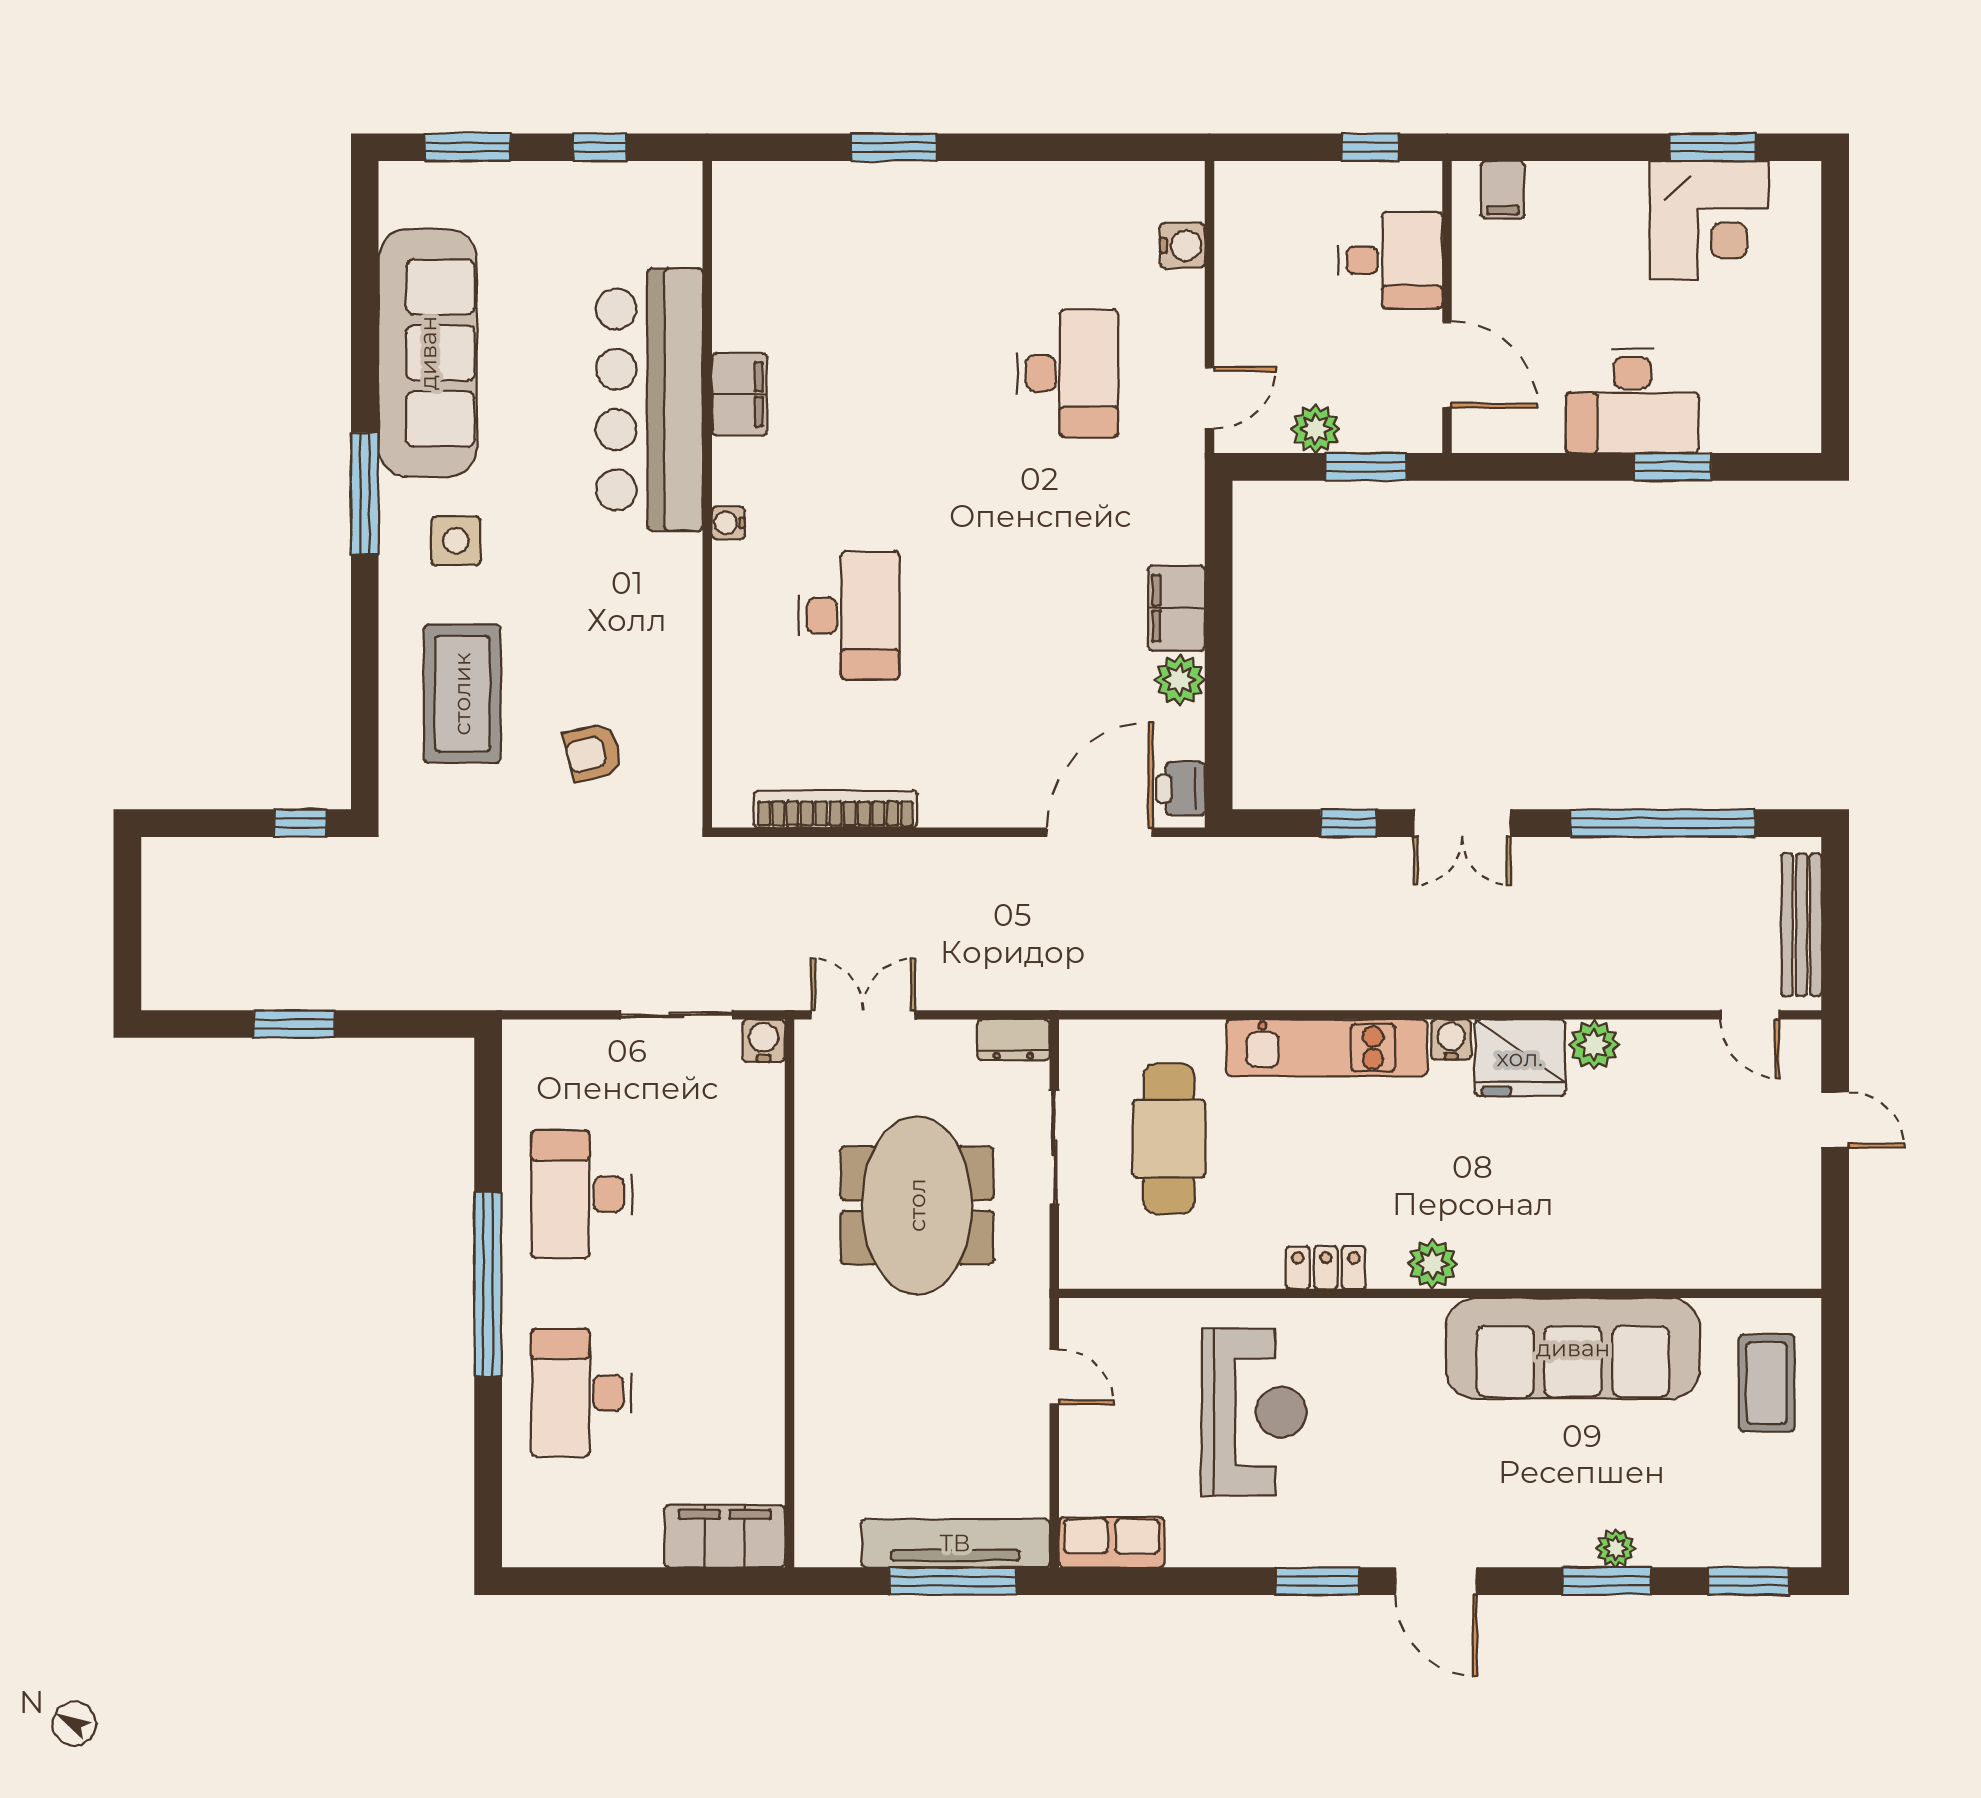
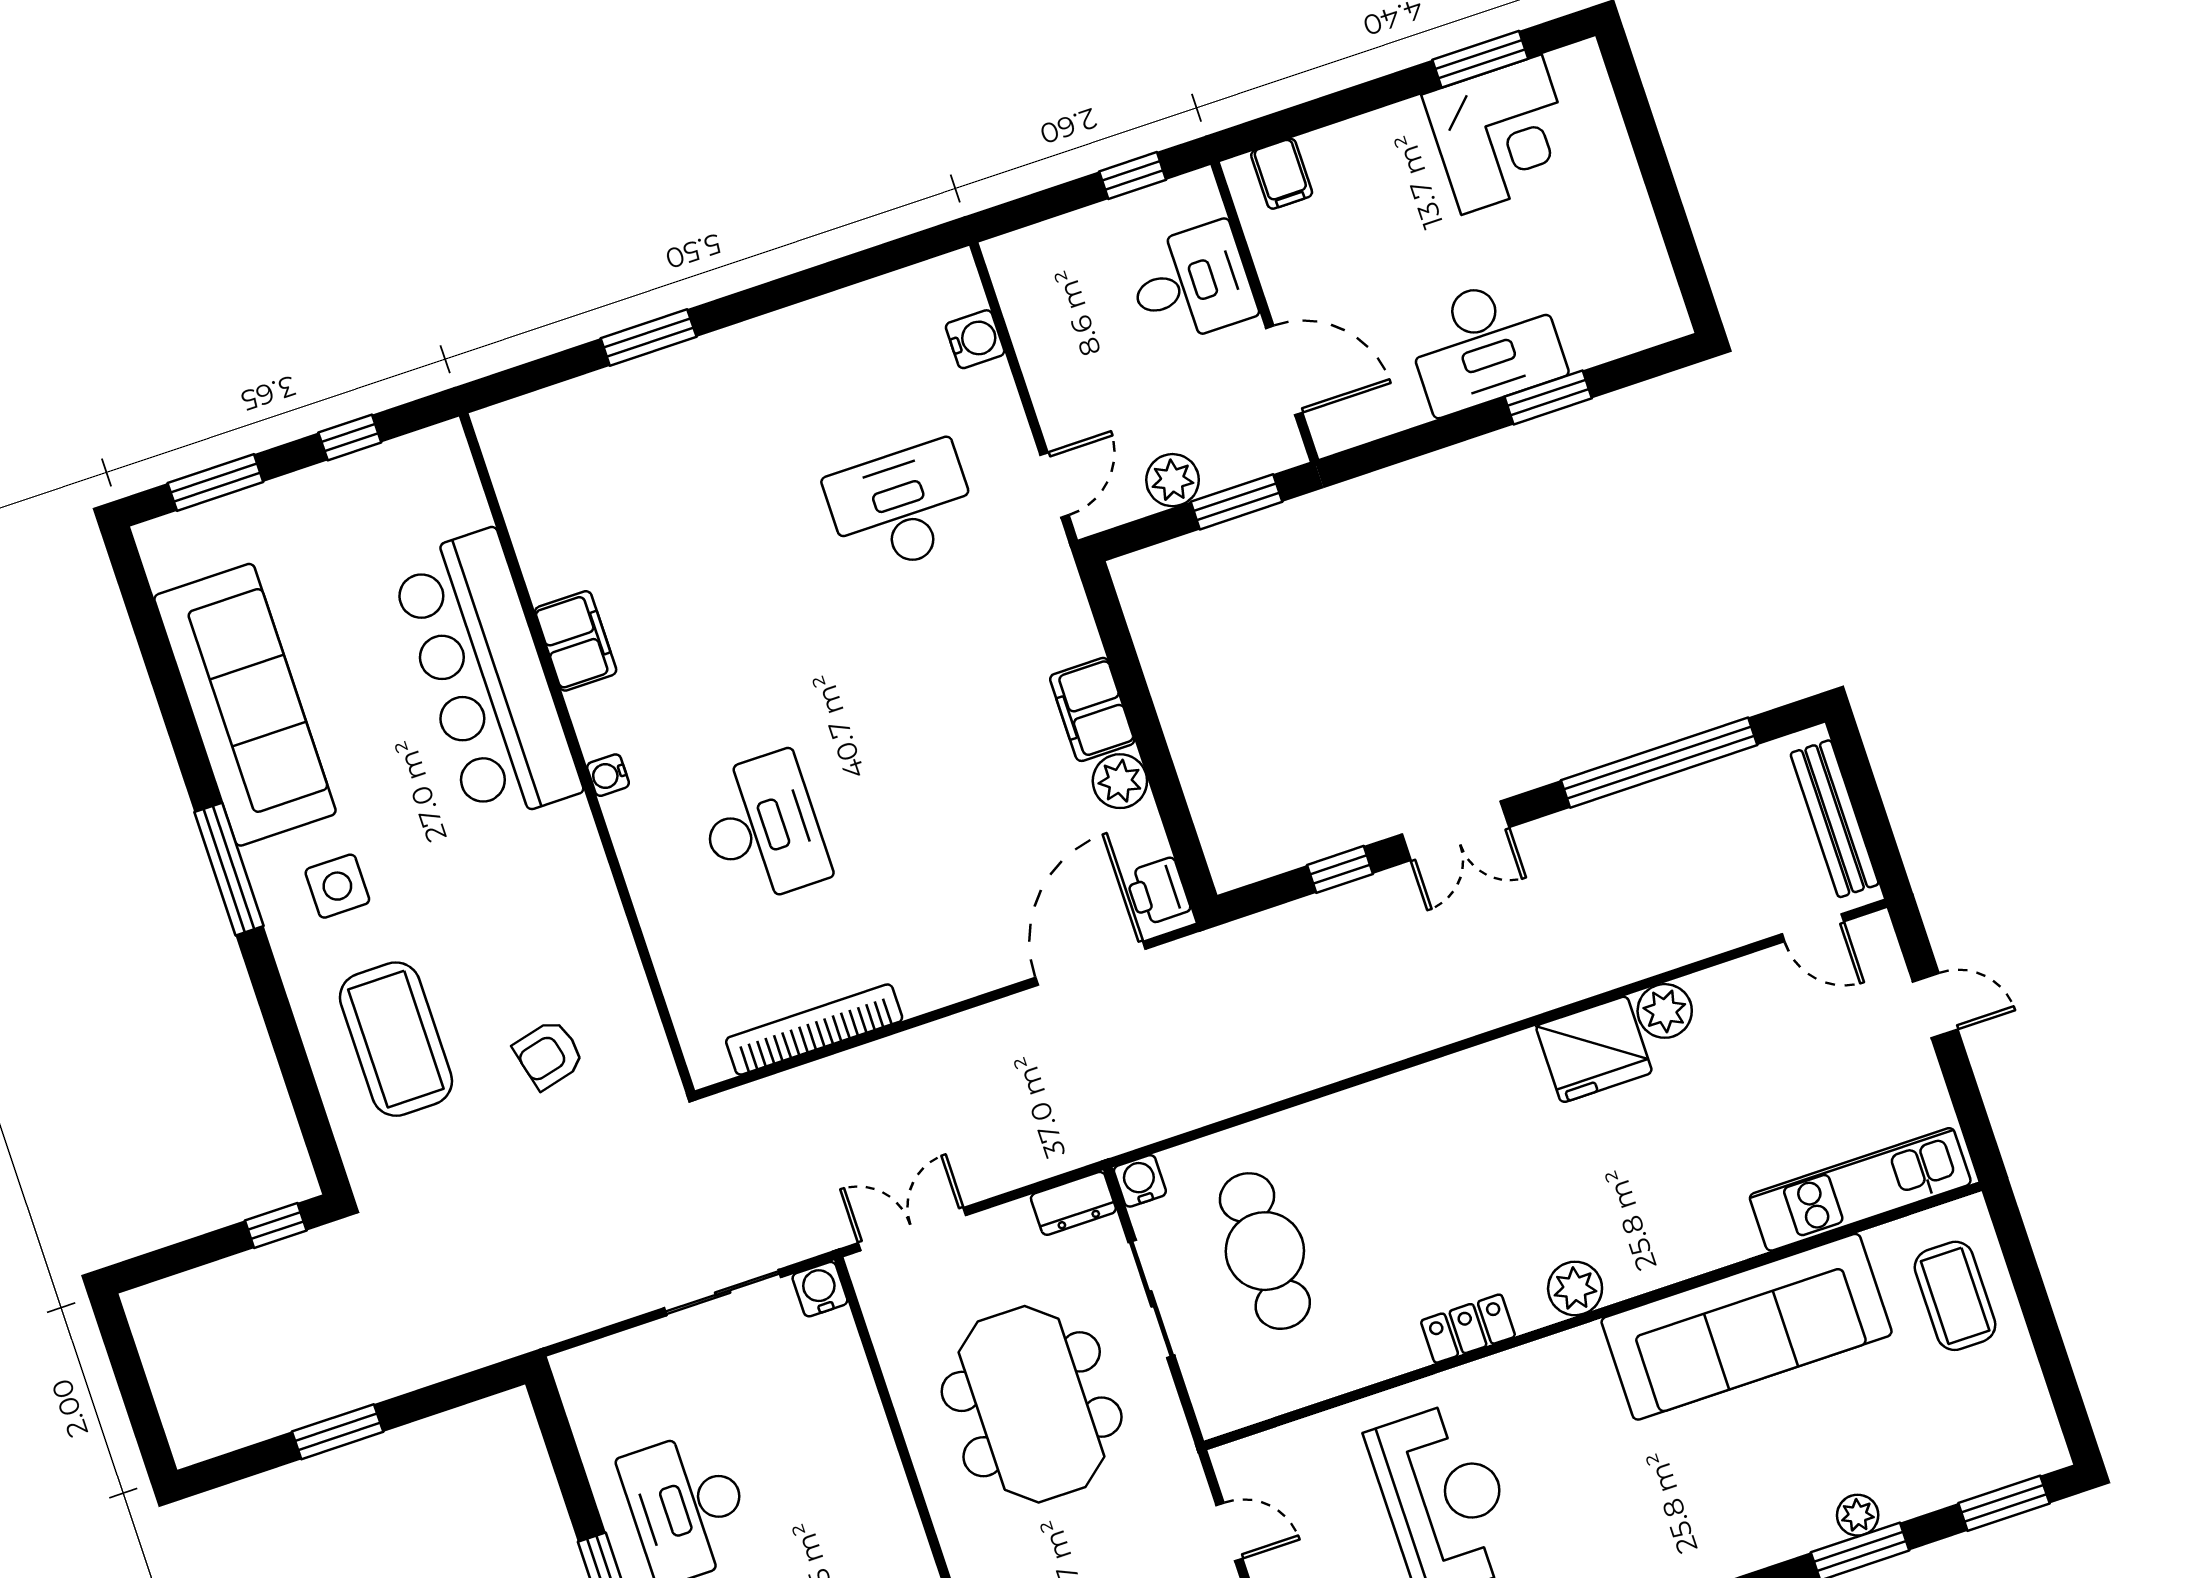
desk: (1068, 373) -> (902, 508), turned -90
water cooler: (1451, 1040) -> (1140, 1181), moved
kitchen unit: (1327, 1048) -> (1860, 1189), moved, turned 180

